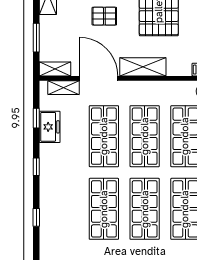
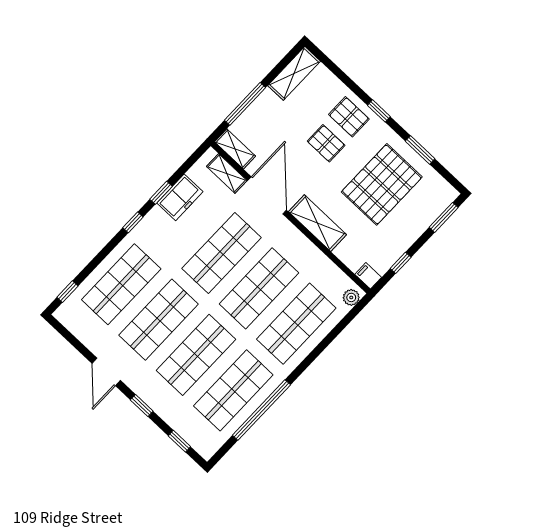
window: (36, 38) -> (245, 104), width x1.44
window: (36, 118) -> (161, 193), moved
shop shelf: (63, 209) -> (121, 284), added
window: (36, 217) -> (67, 292), moved

